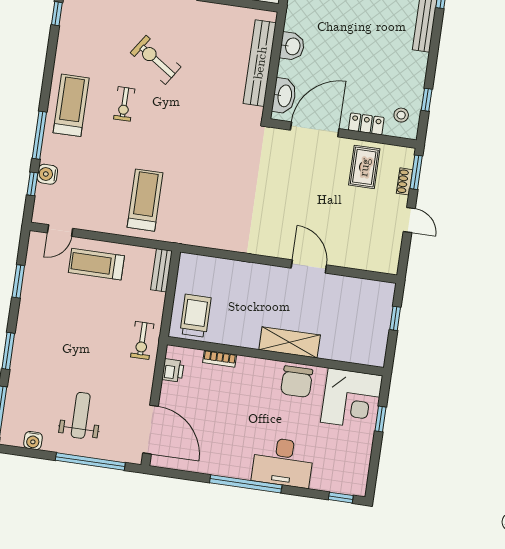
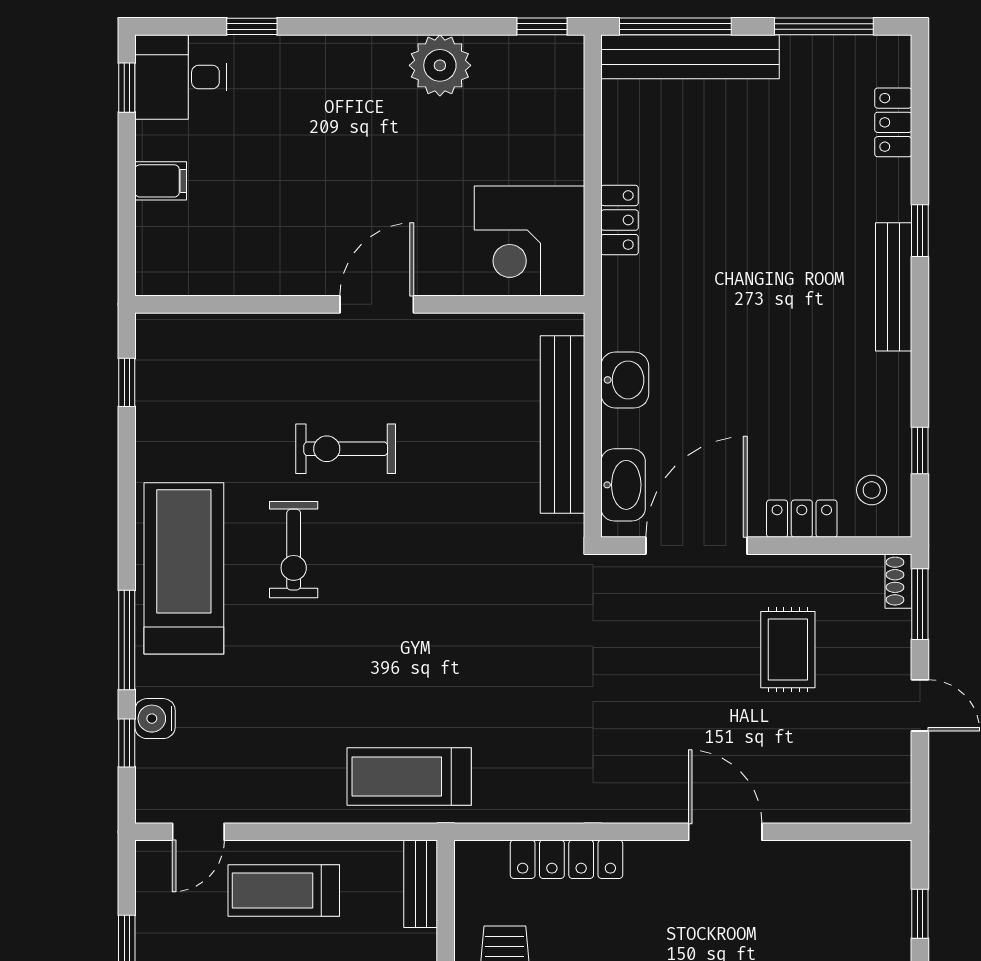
exercise bike: (156, 60) -> (346, 449), turned -34
exercise bike: (124, 104) -> (294, 550), width x1.38, depth x1.39
treadmill: (71, 105) -> (184, 568), width x1.37, depth x1.38
rug: (364, 167) -> (788, 650), moved
shoe rack: (404, 181) -> (898, 581), moved
treadmill: (145, 200) -> (409, 776), moved, turned -90
locker: (232, 269) -> (567, 859), added

